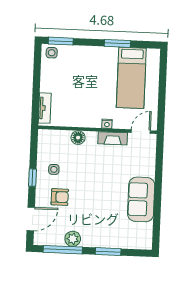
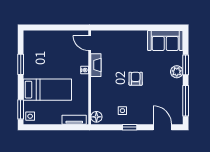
bed: (131, 78) -> (47, 90), moved
floor lamp: (78, 138) -> (96, 117), moved
armchair: (60, 197) -> (136, 79), moved
sofa: (141, 199) -> (165, 40), moved
plant: (73, 239) -> (177, 72), moved

